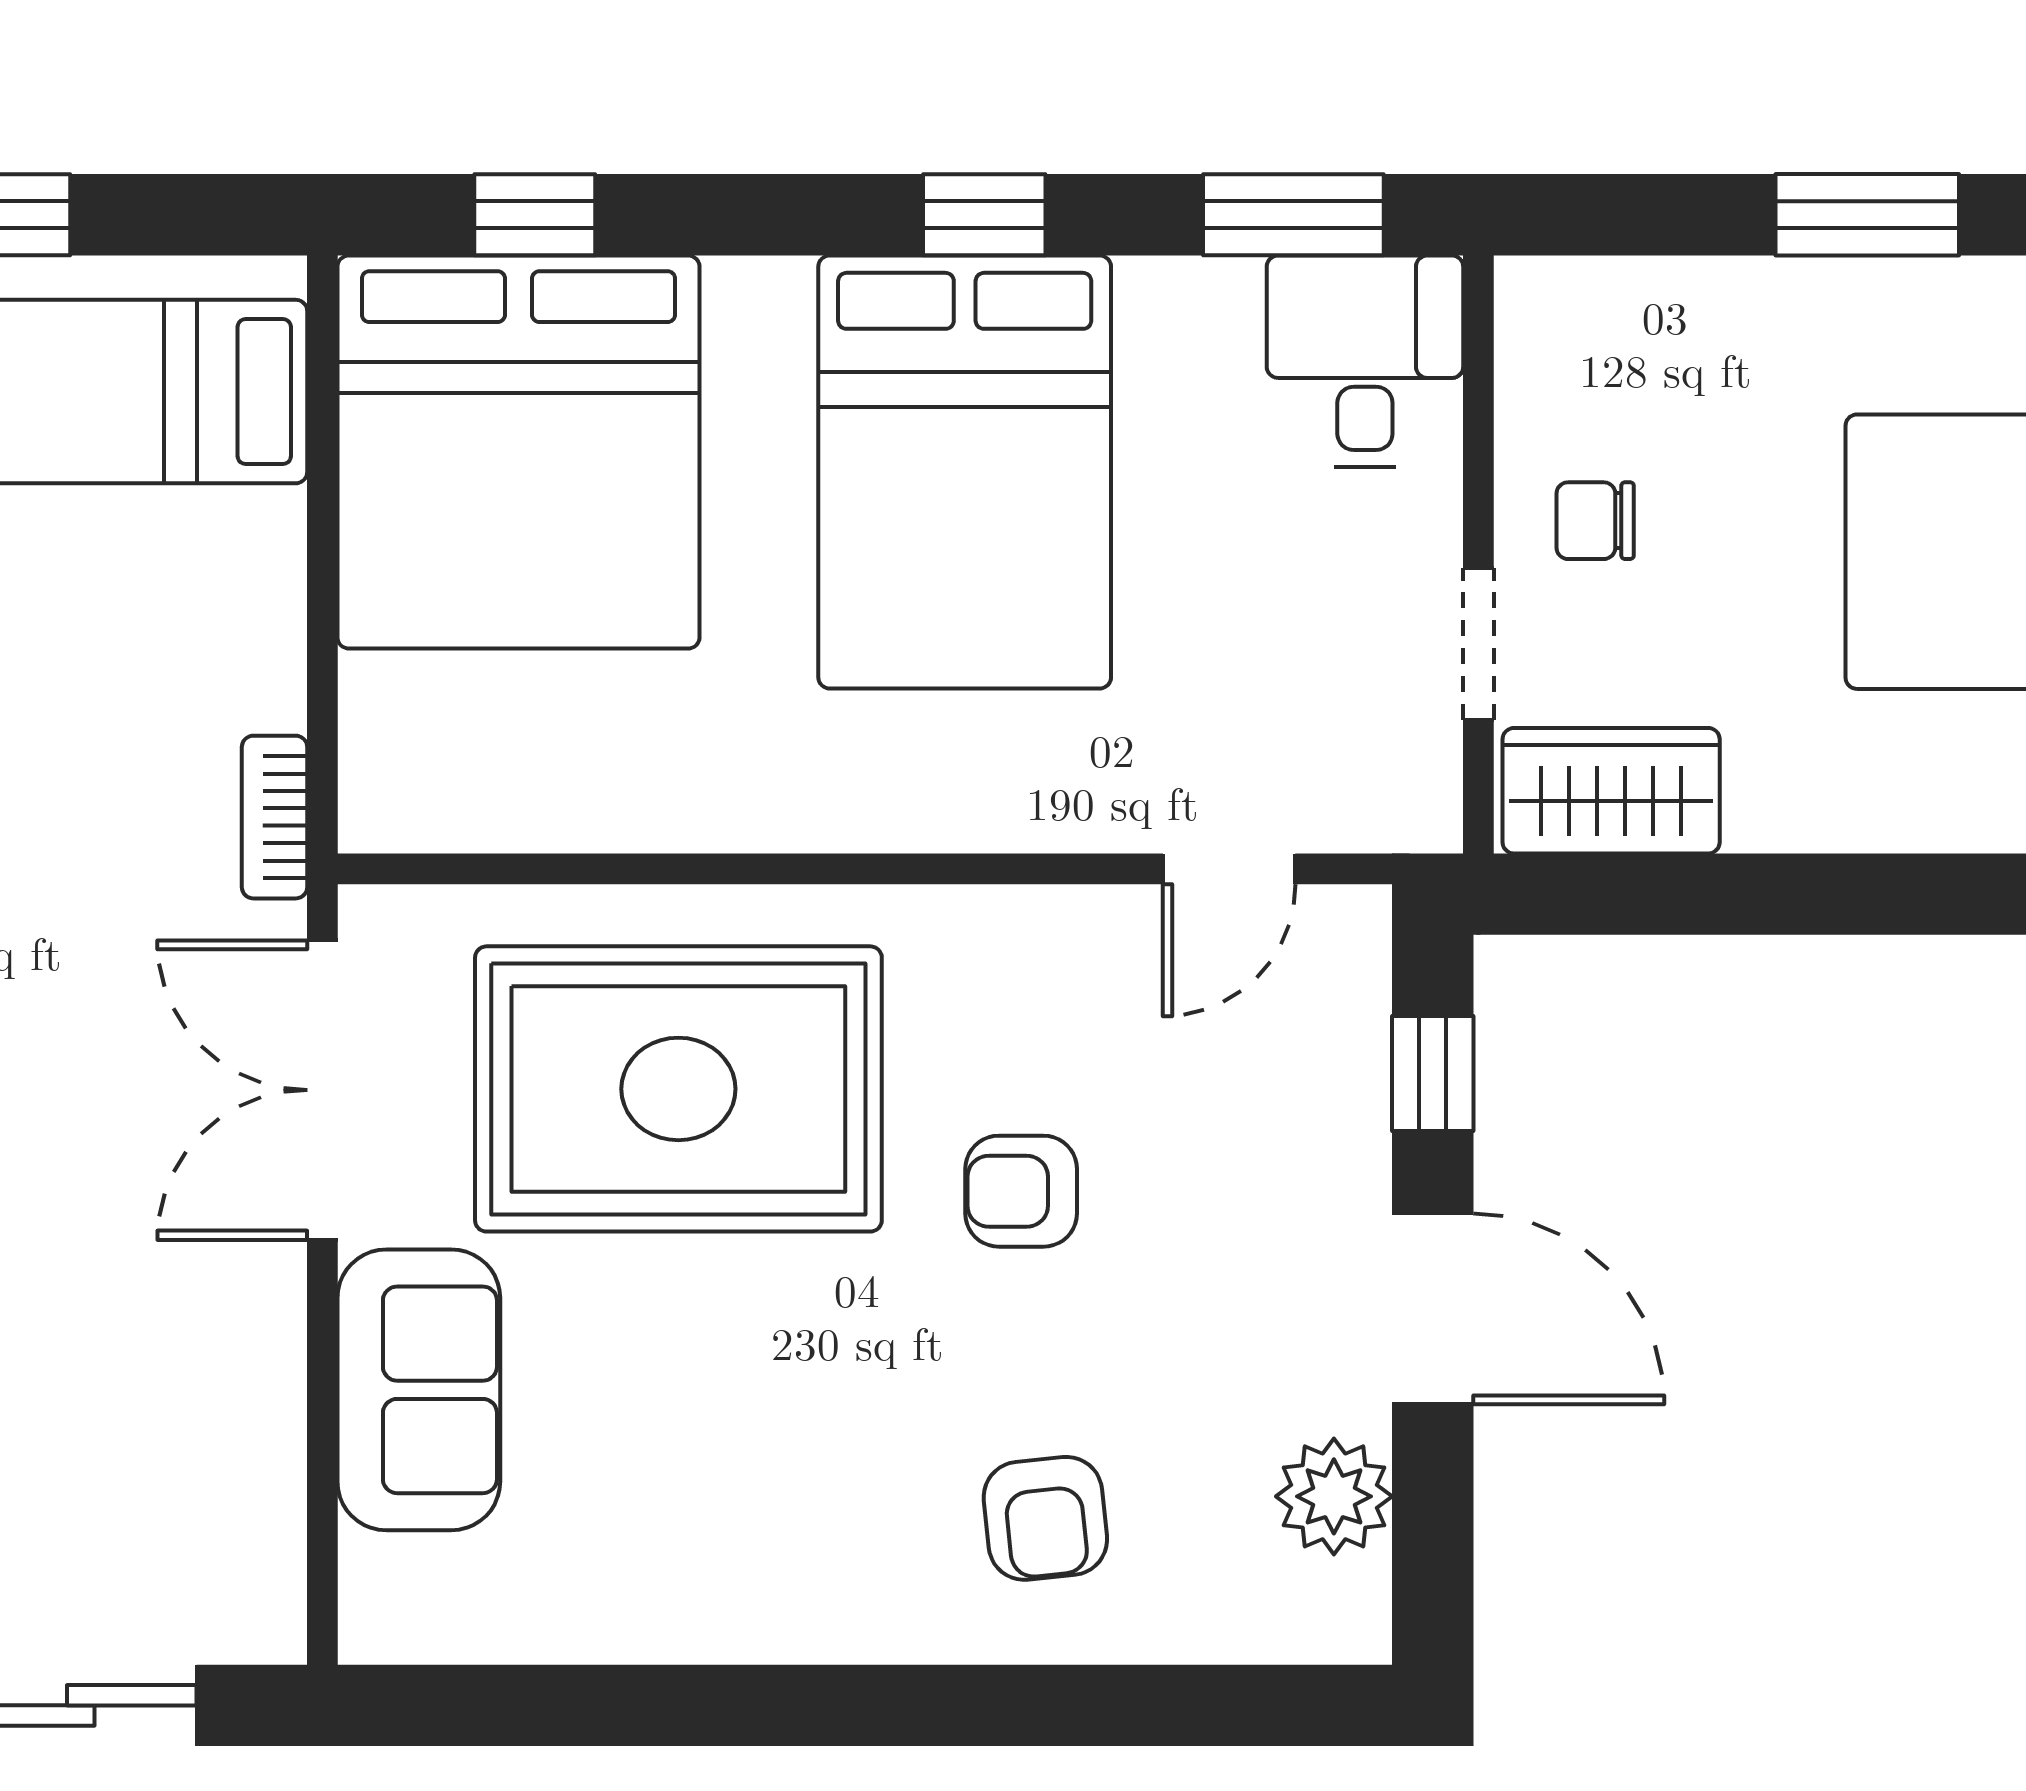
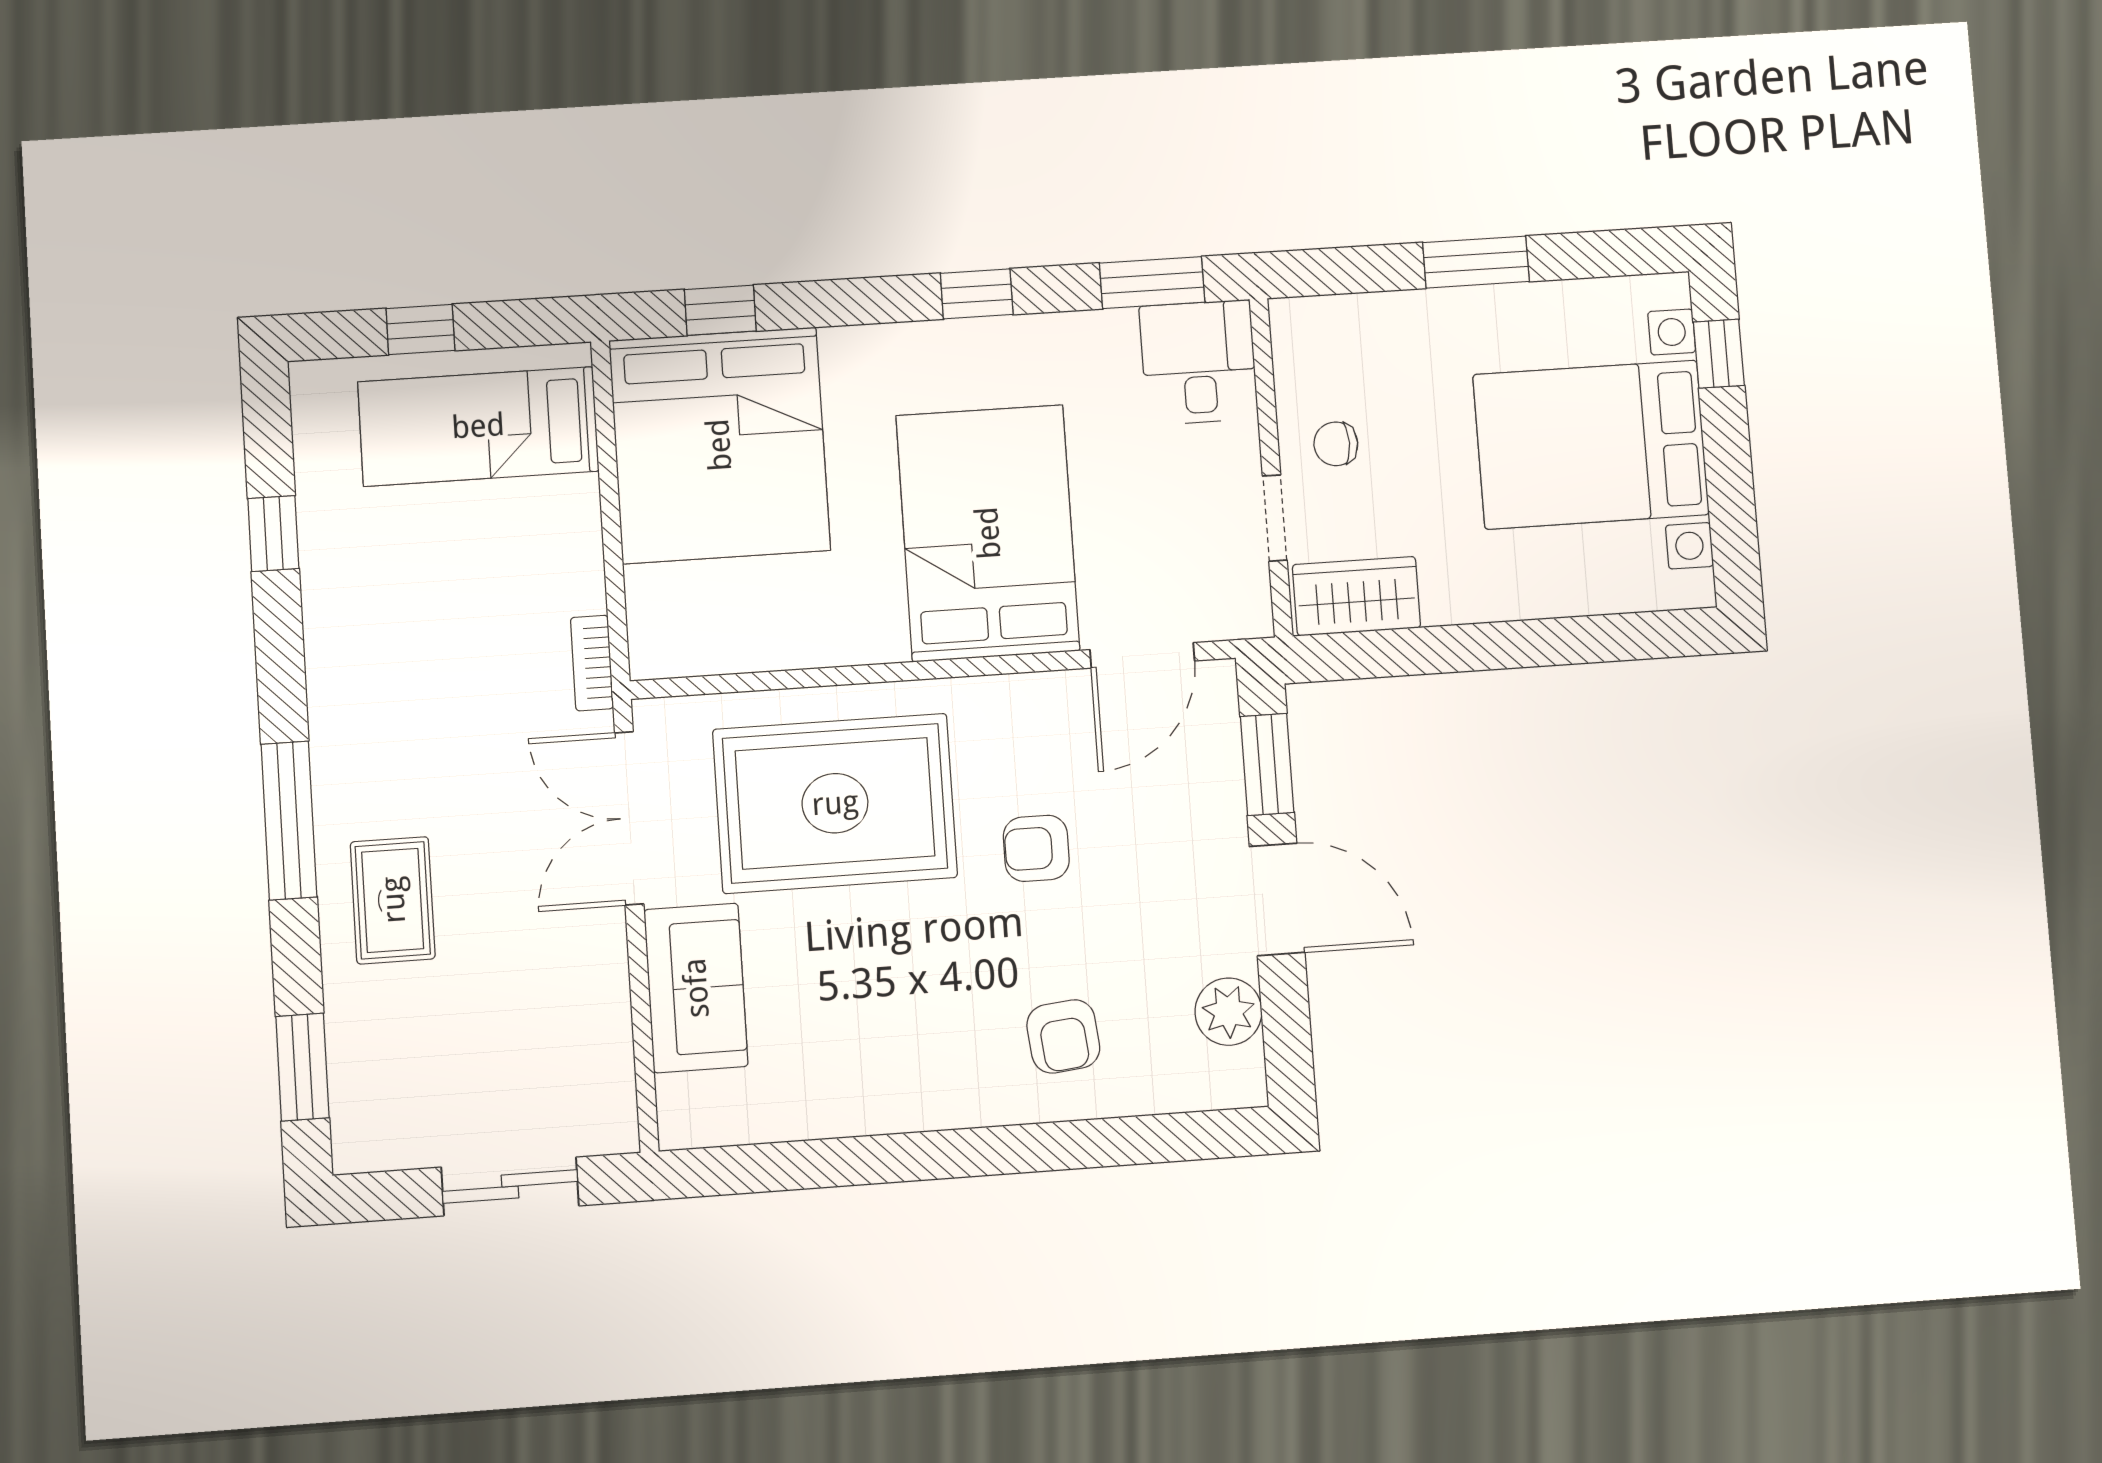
bed: (965, 472) -> (988, 533), moved, turned 180
door: (1229, 869) -> (1142, 655), width x1.38
window: (1433, 1074) -> (1267, 764), width x1.50

